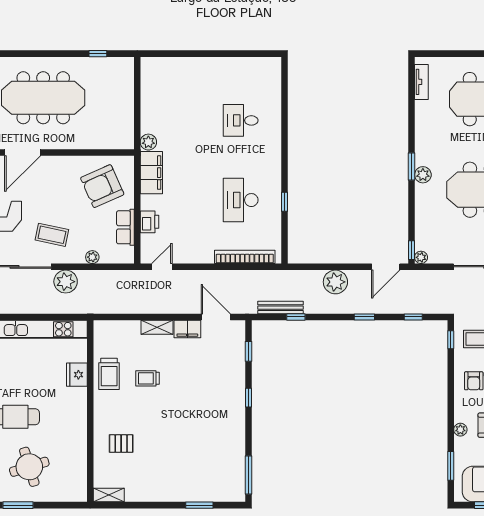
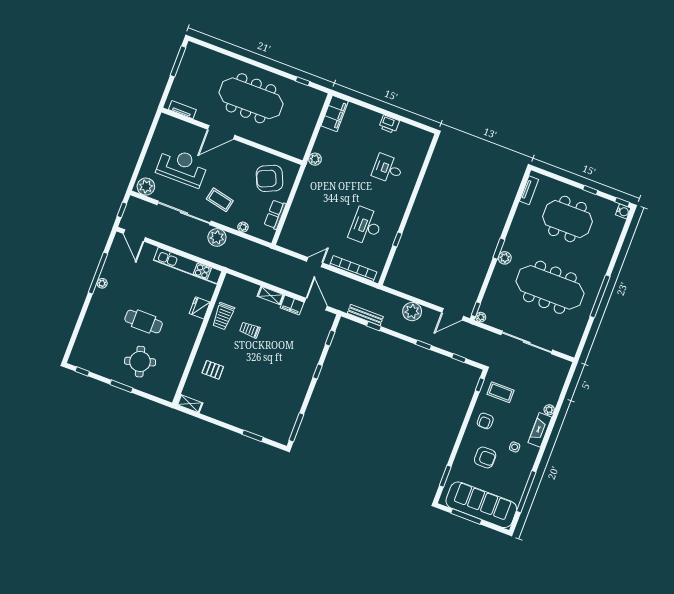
filing cabinet: (151, 173) -> (335, 114), moved
printer: (149, 222) -> (389, 124), moved, turned 90
door: (162, 267) -> (315, 262), moved
plant: (460, 430) -> (462, 453), removed

